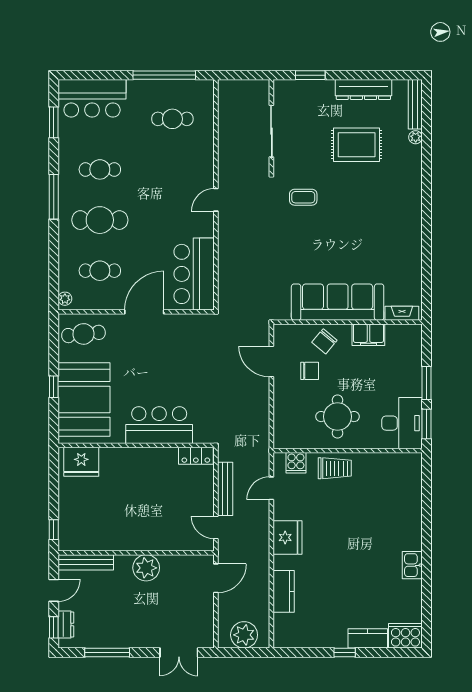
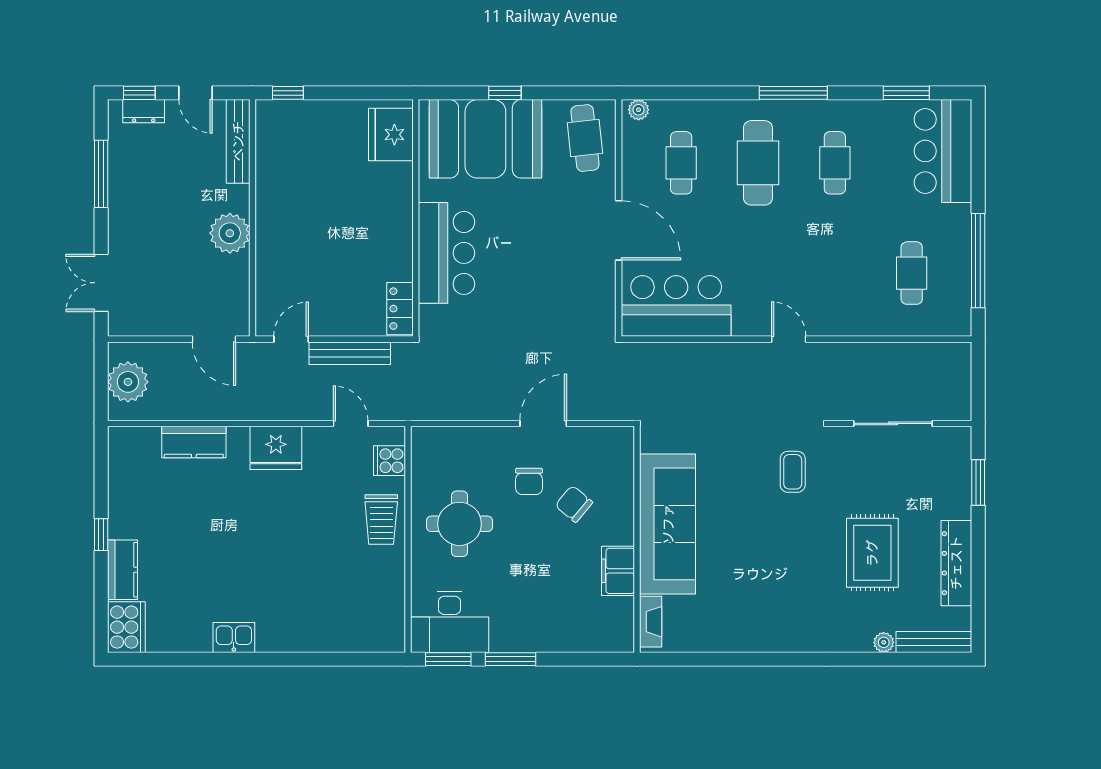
sofa: (338, 302) -> (668, 524), moved
fireplace: (402, 313) -> (651, 622), moved
wall: (348, 322) -> (637, 539), moved
filing cabinet: (368, 335) -> (618, 571), moved

